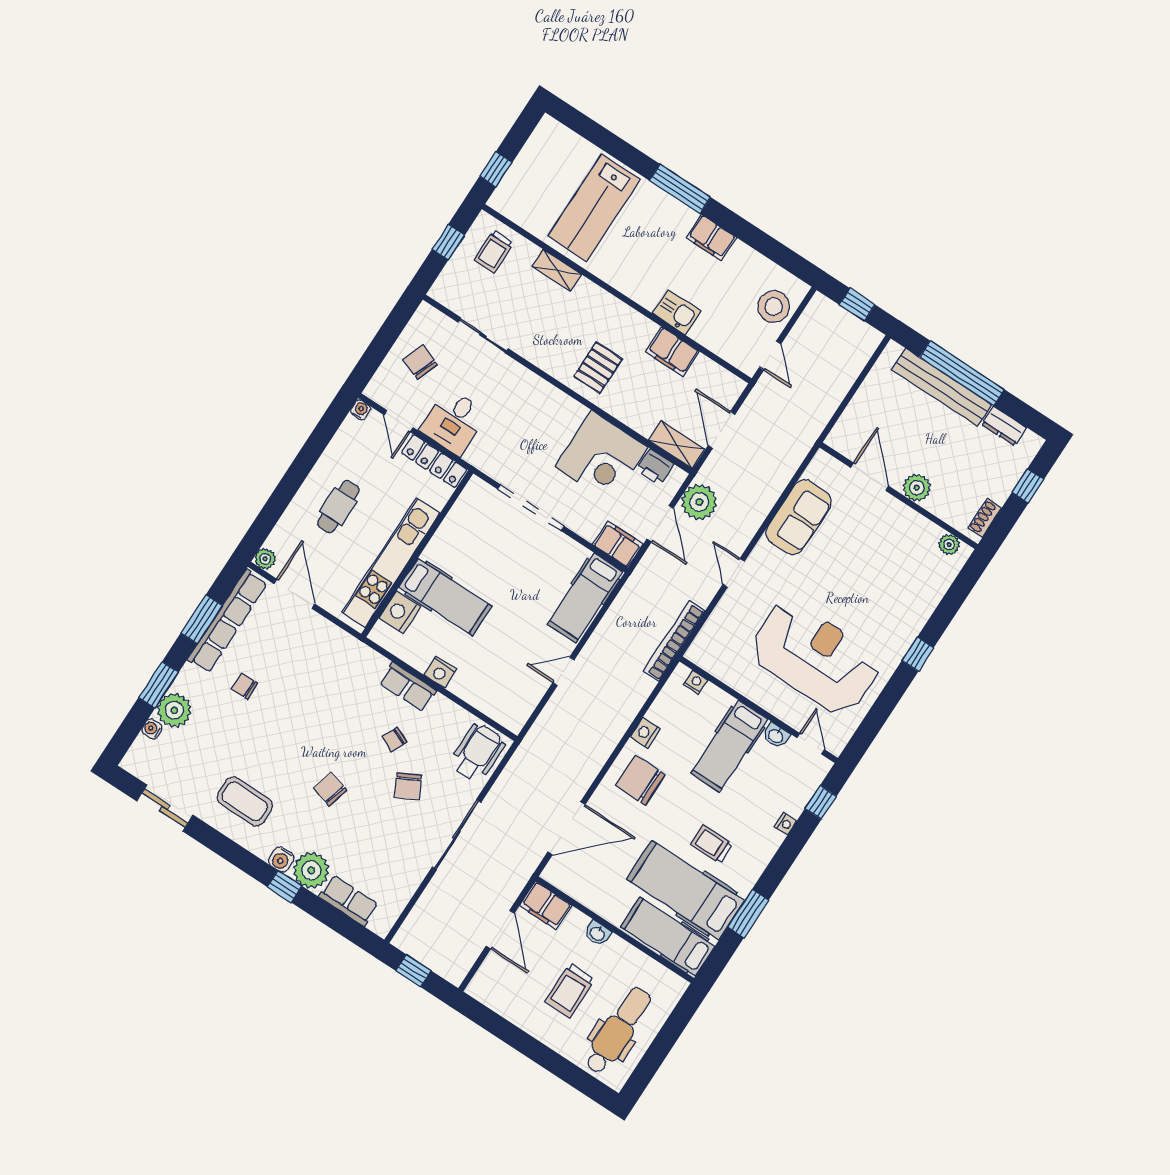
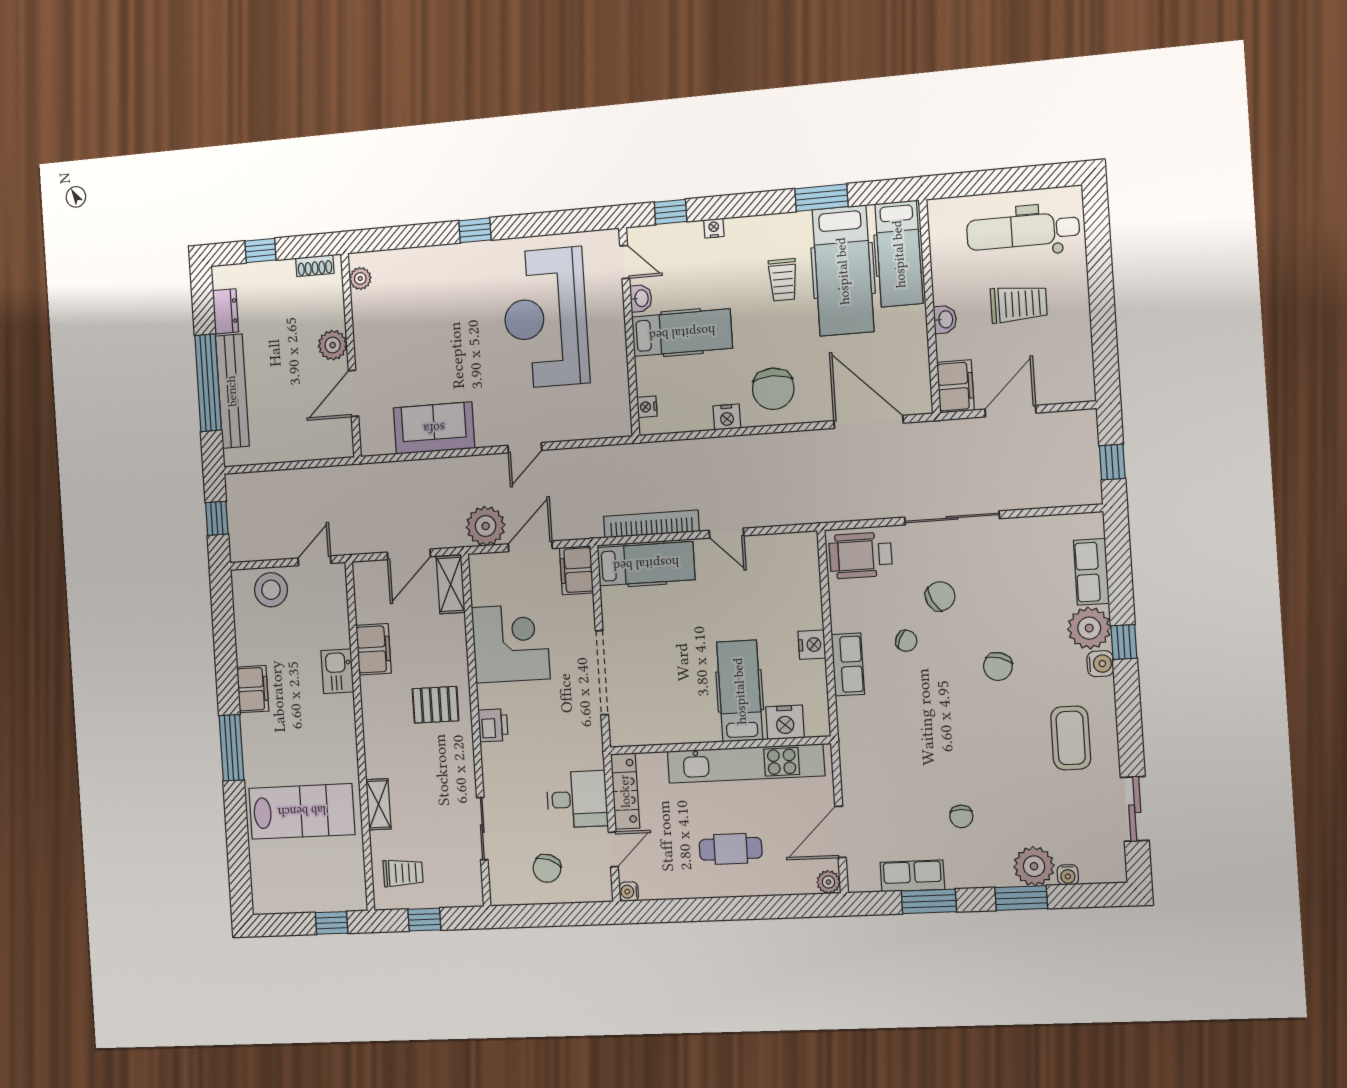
printer: (655, 467) -> (493, 725), moved
row of seats: (227, 621) -> (912, 876), width x0.50
bookcase: (674, 641) -> (651, 524), moved, turned 180
door: (811, 744) -> (625, 262), swing flipped

